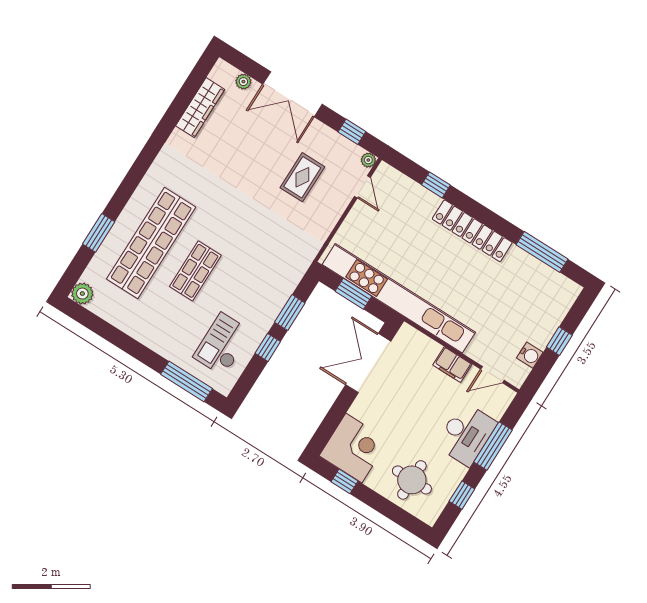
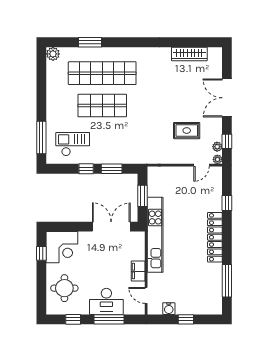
plant: (243, 82) -> (217, 147), moved
shop shelf: (195, 271) -> (102, 106), width x1.43, depth x1.36
kitchen unit: (399, 298) -> (155, 235), width x0.73

